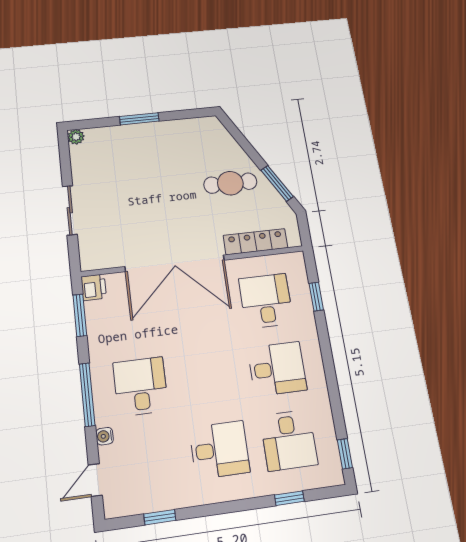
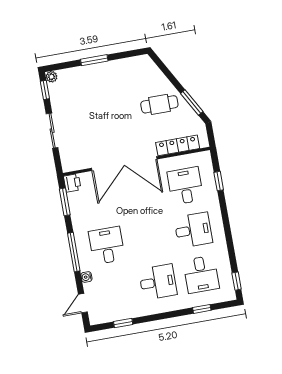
window: (64, 154) -> (45, 90), added

